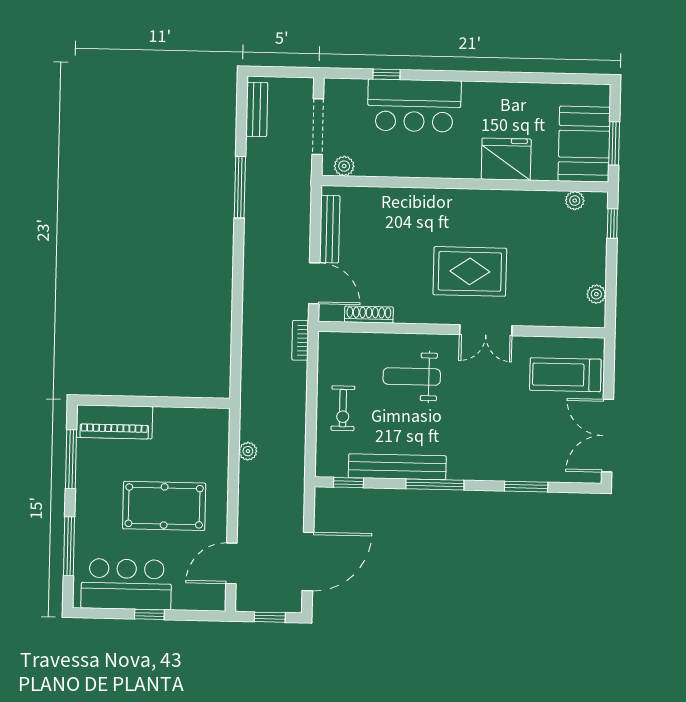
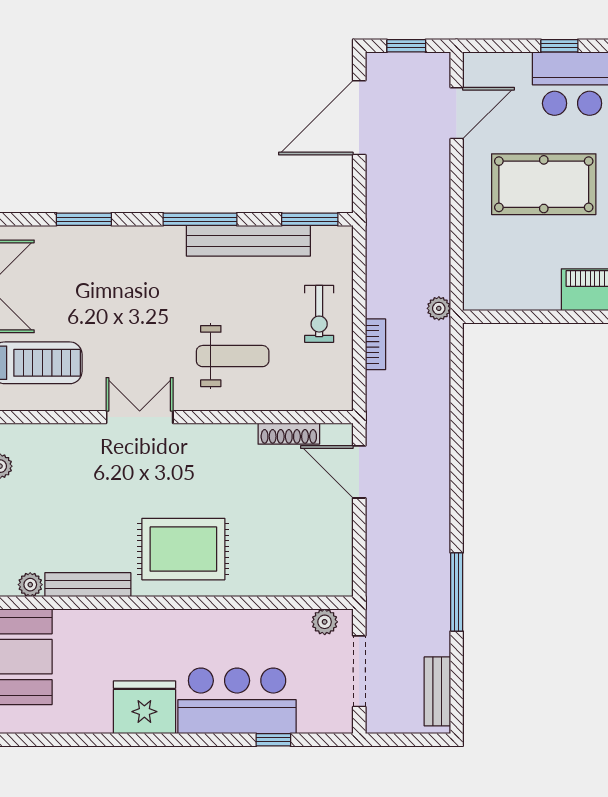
fridge: (506, 159) -> (144, 707), moved, turned 180
bench: (330, 229) -> (88, 585), moved, turned 90
rug: (470, 271) -> (183, 549), moved
bookcase: (300, 340) -> (375, 344), moved
exercise bike: (343, 408) -> (319, 314), turned 180
plant: (248, 451) -> (439, 308), moved
window: (349, 483) -> (310, 219), width x1.50

